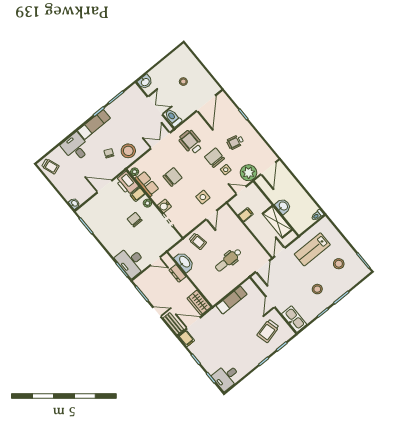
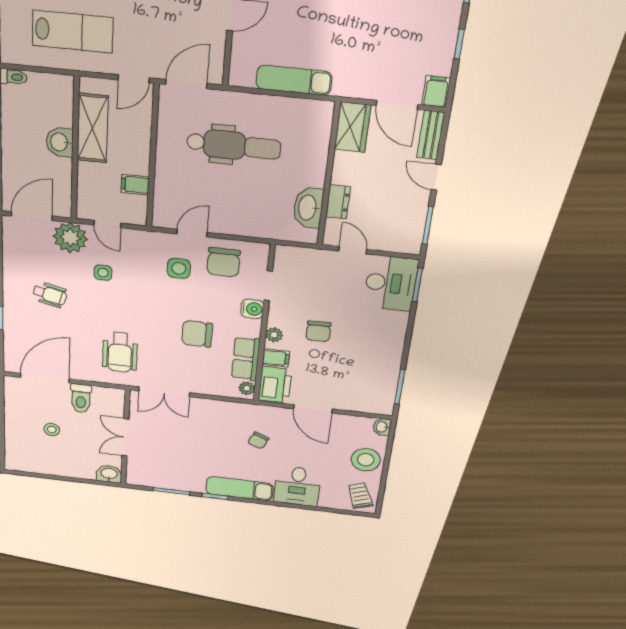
toilet: (173, 118) -> (81, 398), moved
stool: (128, 151) -> (366, 460), moved
chair: (214, 158) -> (224, 262), moved
trolley: (198, 241) -> (254, 217), removed
dental chair: (228, 260) -> (234, 146), width x1.36, depth x1.38

